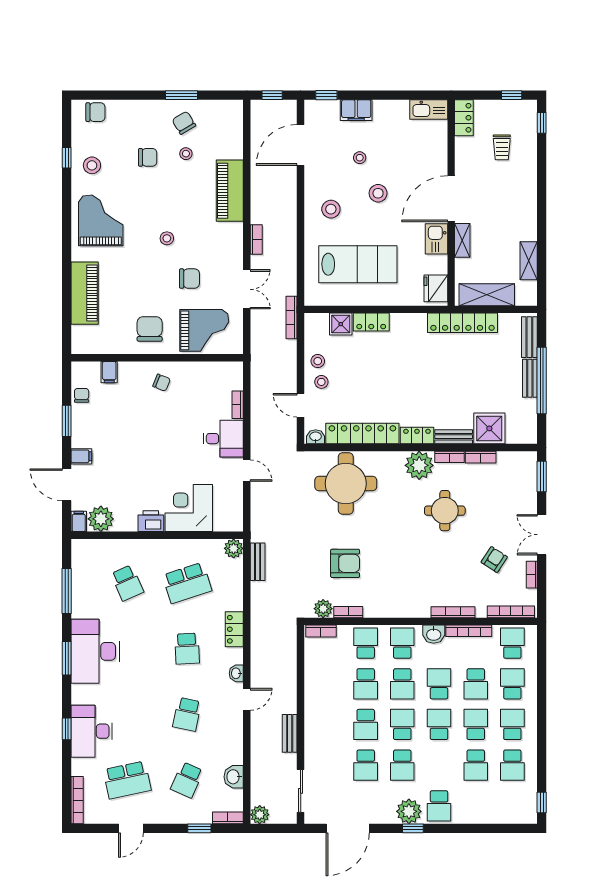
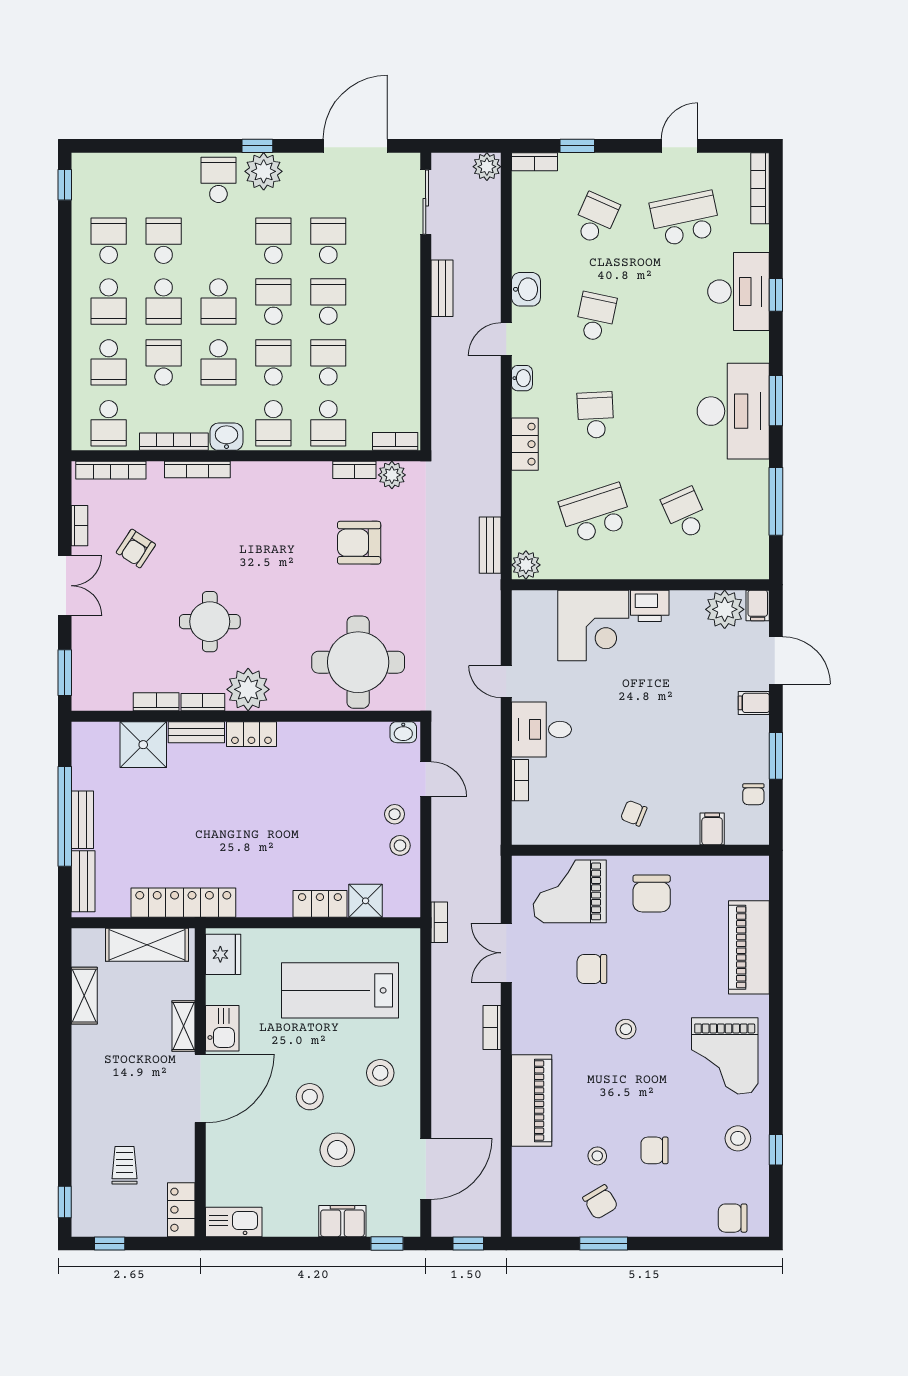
stool: (360, 158) -> (337, 1150), width x1.89, depth x1.89
bookcase: (291, 317) -> (439, 922), width x0.64
locker: (362, 434) -> (333, 737), removed
school desk: (402, 724) -> (273, 302), turned 180
washbasin: (234, 777) -> (526, 289), moved

